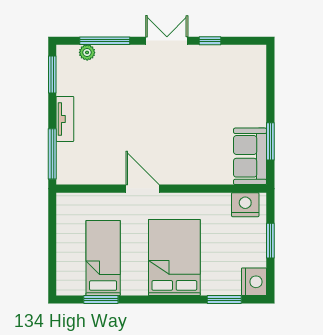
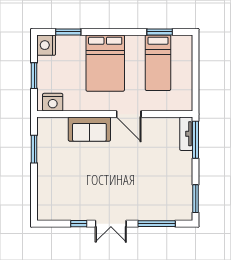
plant: (87, 52) -> (170, 215), removed
tv unit: (65, 119) -> (186, 134), moved
sofa: (250, 156) -> (89, 129), moved, turned 90

